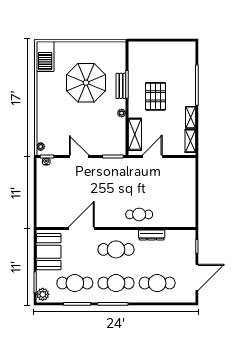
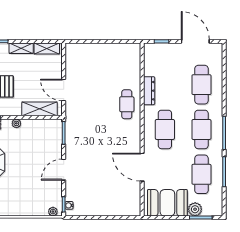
plant: (43, 294) -> (195, 209), moved

